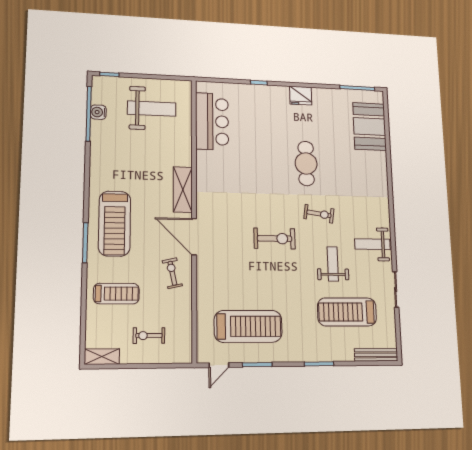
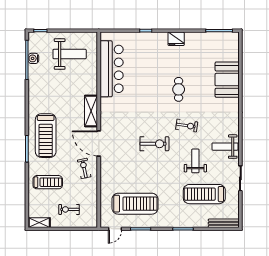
bar counter: (212, 121) -> (112, 69), width x1.36
booth: (370, 126) -> (227, 80), moved
cafe table: (306, 163) -> (179, 89), width x0.73, depth x0.74

